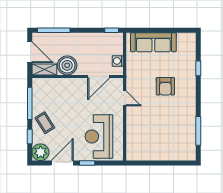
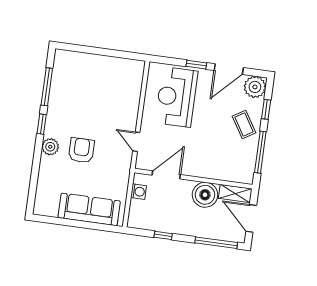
window: (112, 30) -> (163, 235), moved
window: (198, 68) -> (42, 124), moved
plant: (189, 86) -> (50, 147), added
reception desk: (99, 137) -> (176, 97), turned 180

